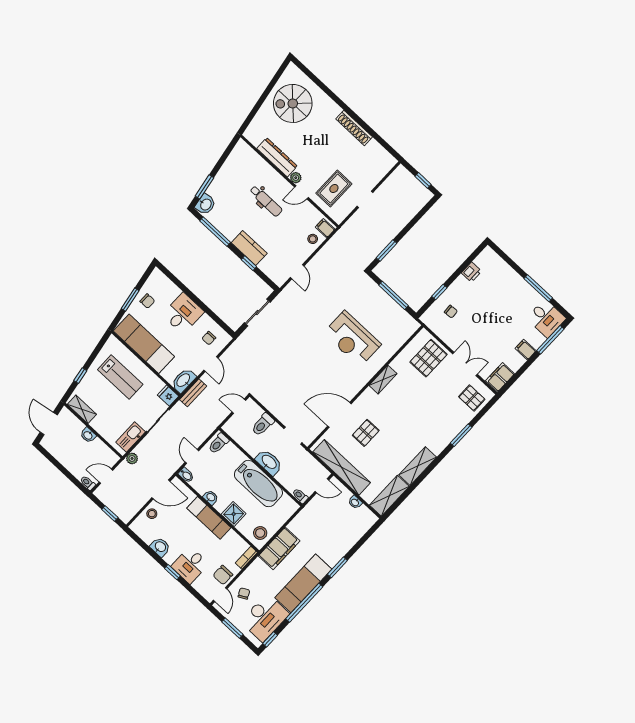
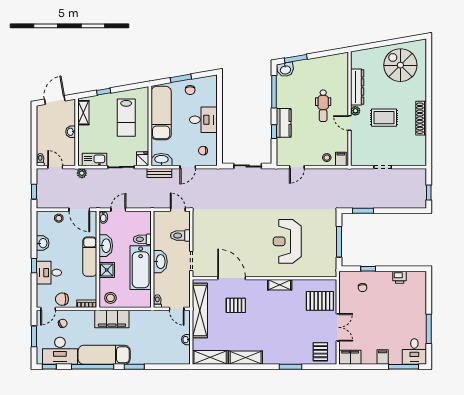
rug: (334, 189) -> (384, 118), moved
toilet: (218, 443) -> (142, 239), moved
washbasin: (211, 497) -> (106, 246), width x1.91, depth x1.45

